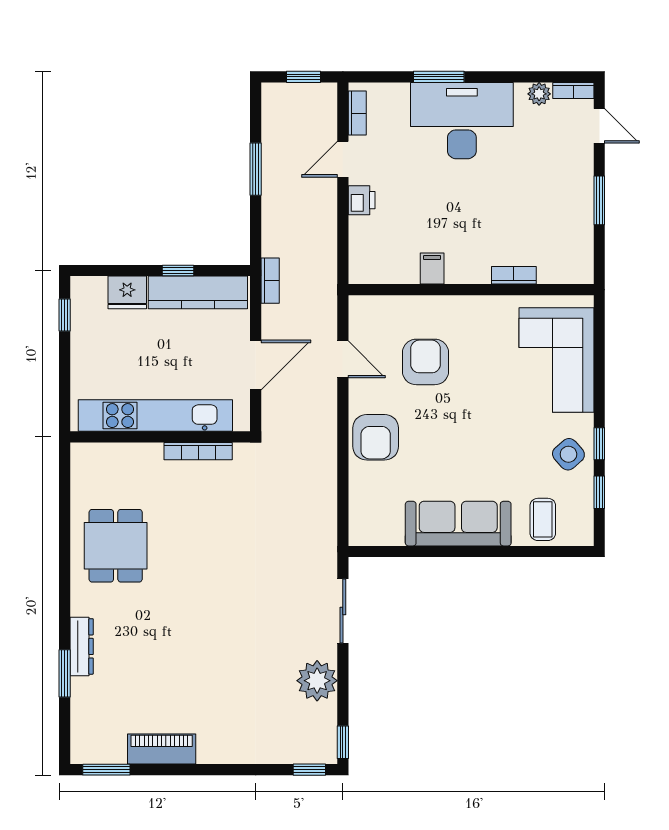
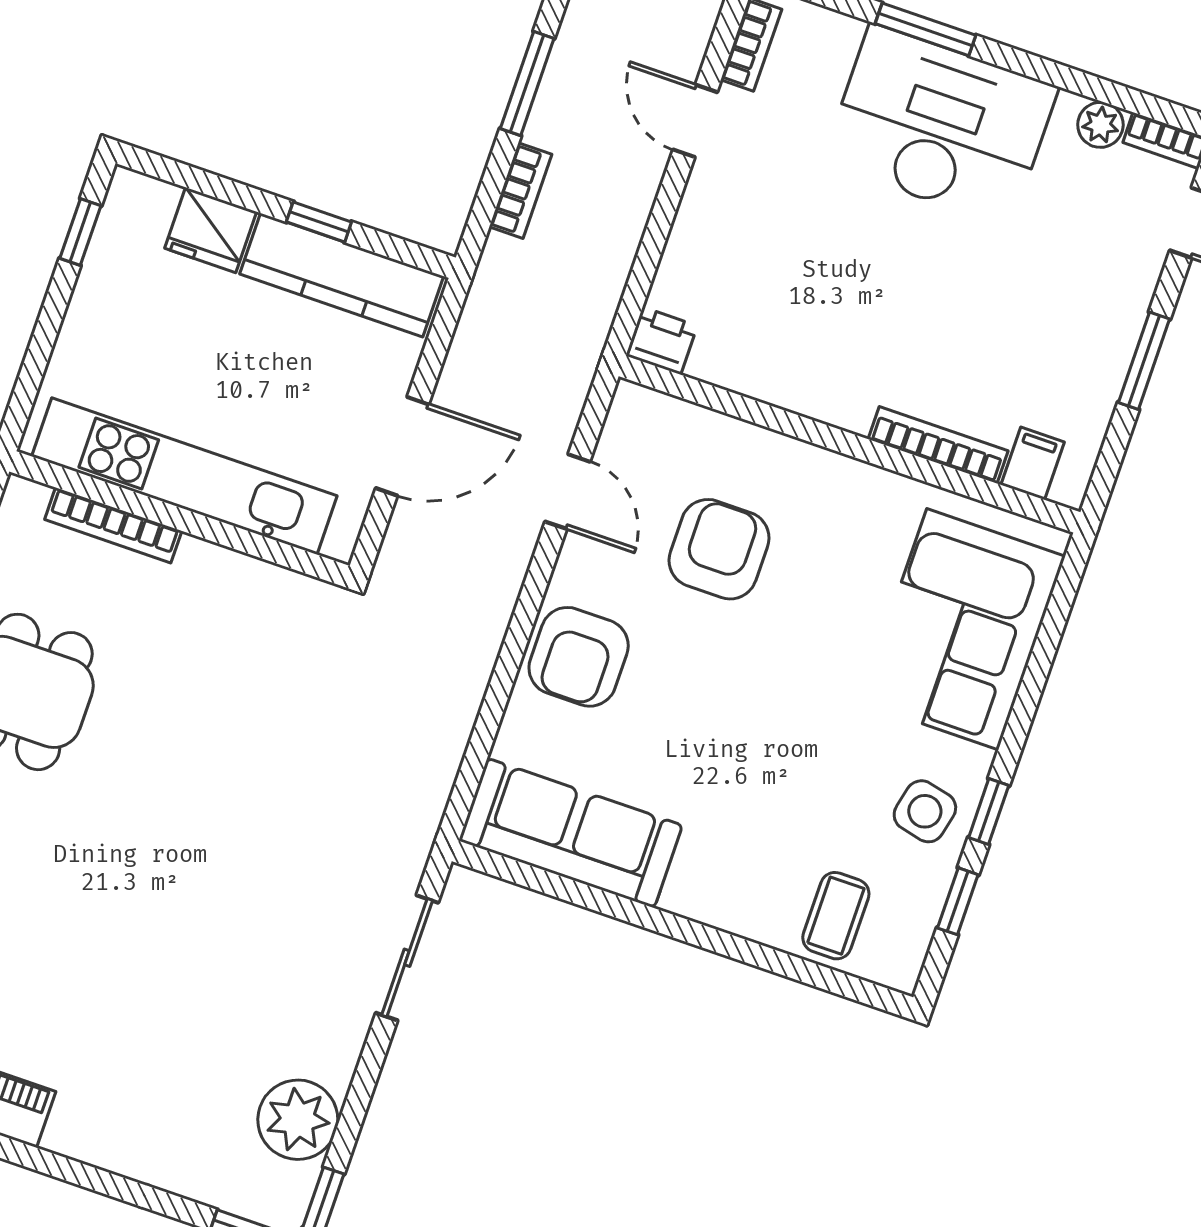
door: (343, 159) -> (695, 121), hinge flipped
printer: (362, 200) -> (662, 341), moved, turned -90
filing cabinet: (432, 268) -> (1033, 463), moved
bookcase: (514, 275) -> (938, 445), width x1.56
bookcase: (270, 281) -> (520, 191), moved
bookcase: (198, 451) -> (113, 525), moved
side table: (568, 454) -> (925, 811), turned -36
sofa: (458, 524) -> (571, 833), moved
plant: (317, 681) -> (298, 1120), moved

